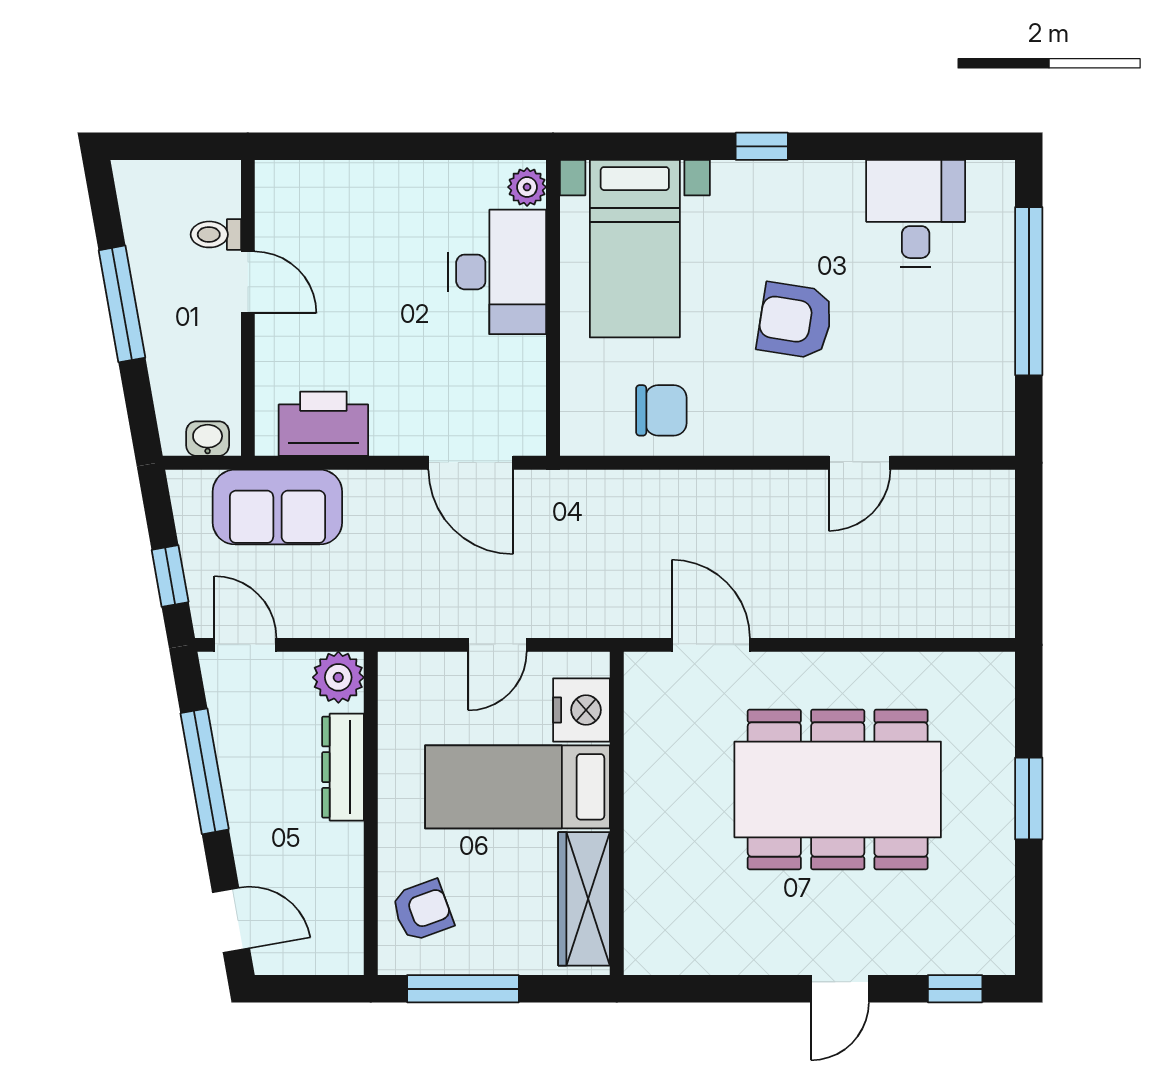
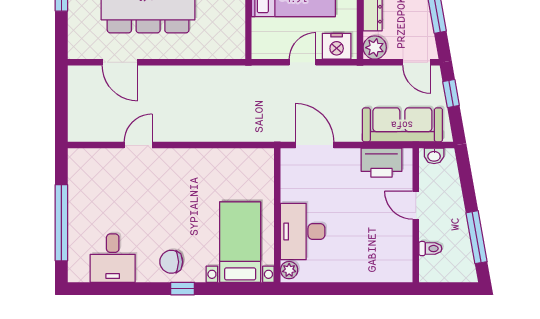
door: (248, 282) -> (416, 205), moved
window: (122, 304) -> (477, 237), moved
armchair: (795, 321) -> (167, 209), removed
chair: (661, 410) -> (171, 262), moved
sofa: (277, 507) -> (402, 125), width x1.36
door: (711, 645) -> (120, 62), moved
nightstand: (581, 710) -> (337, 46), moved, turned -90

